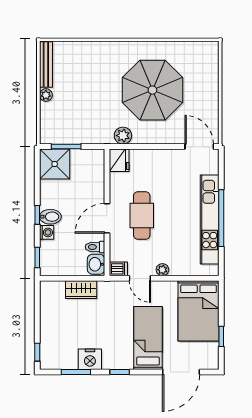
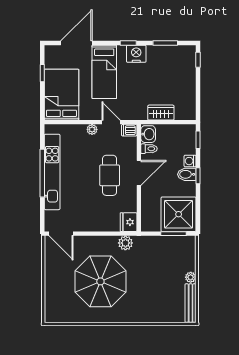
shower: (55, 164) -> (179, 214), width x1.37, depth x1.37
nightstand: (90, 359) -> (136, 54), moved

